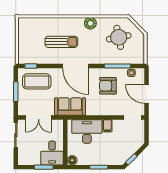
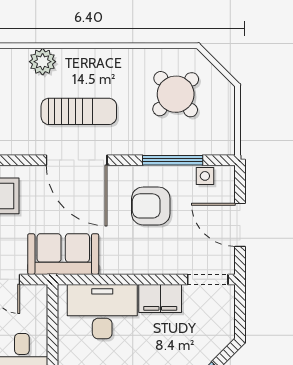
plant: (90, 23) -> (43, 62), moved
round table: (119, 37) -> (176, 94), turned -32
sun lounger: (61, 42) -> (79, 111), moved
filing cabinet: (107, 126) -> (160, 298), width x2.00

